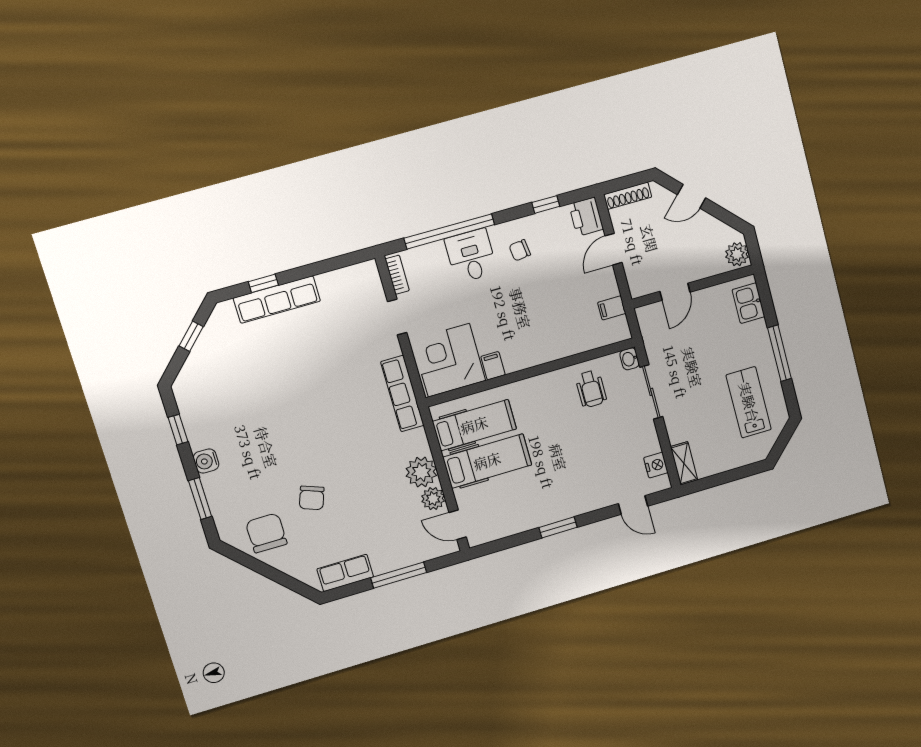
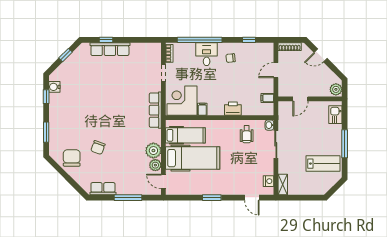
printer: (586, 217) -> (233, 109), moved, turned 90
lab bench: (749, 402) -> (323, 164), turned 90
water cooler: (206, 461) -> (54, 87), moved
hospital bed: (487, 461) -> (193, 158), width x1.37, depth x1.29

